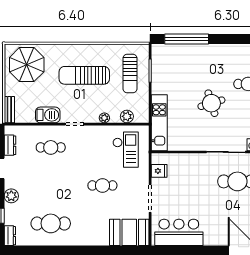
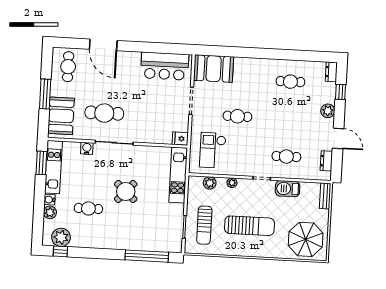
sun lounger: (130, 73) -> (204, 225), turned 180
round table: (211, 103) -> (126, 192), turned -31
fridge: (159, 171) -> (180, 139), moved
cafe table: (51, 223) -> (290, 82), width x0.73, depth x0.74

